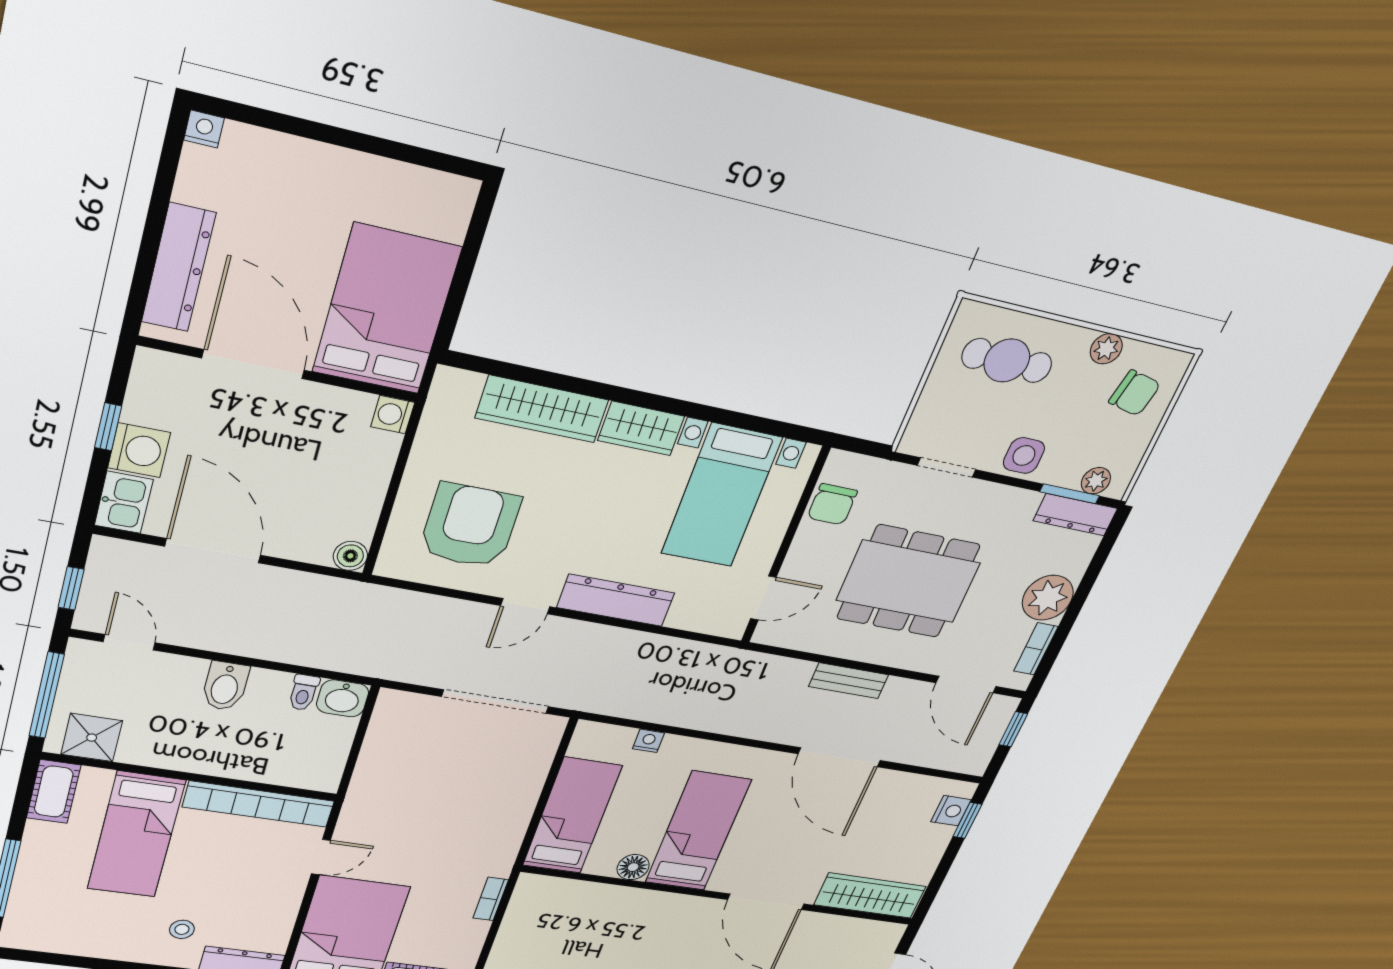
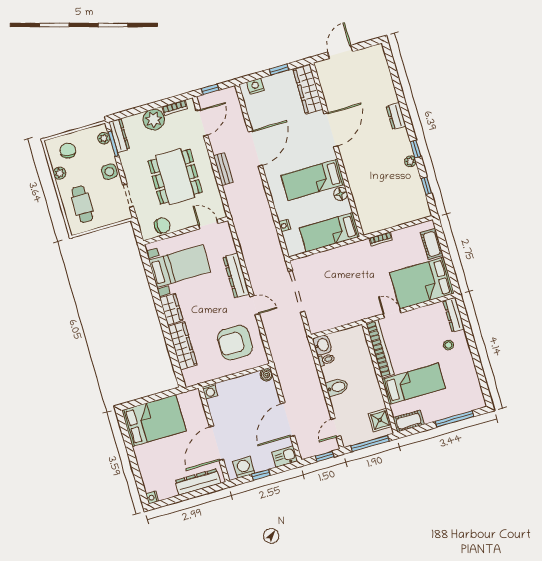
bed: (387, 310) -> (154, 421), moved, turned 180
washing machine: (139, 450) -> (244, 467), moved
window: (967, 820) -> (279, 70), moved

